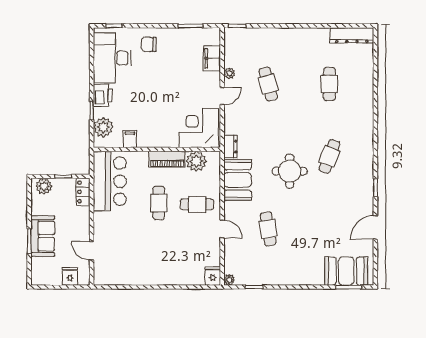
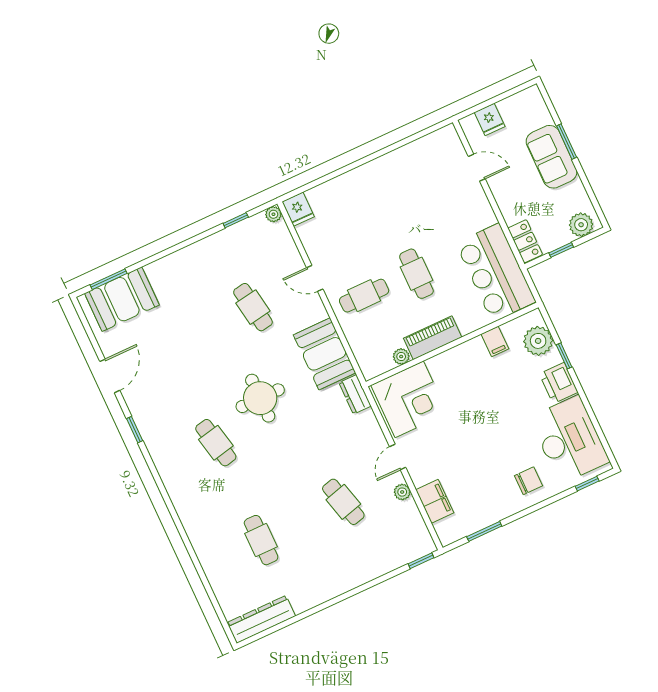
cafe table: (329, 156) -> (216, 443), turned -33
plant: (196, 161) -> (401, 357), width x0.53, depth x0.53

